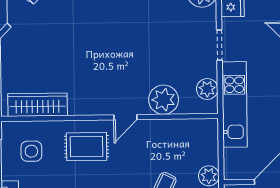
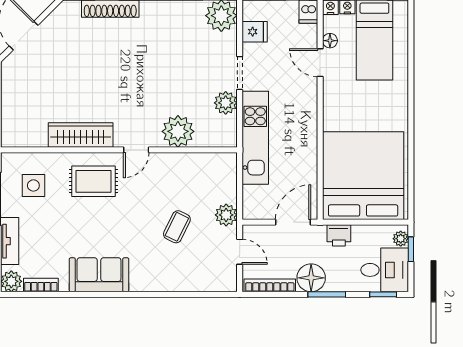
plant: (207, 89) -> (226, 103), moved
wardrobe: (38, 105) -> (81, 135), moved

